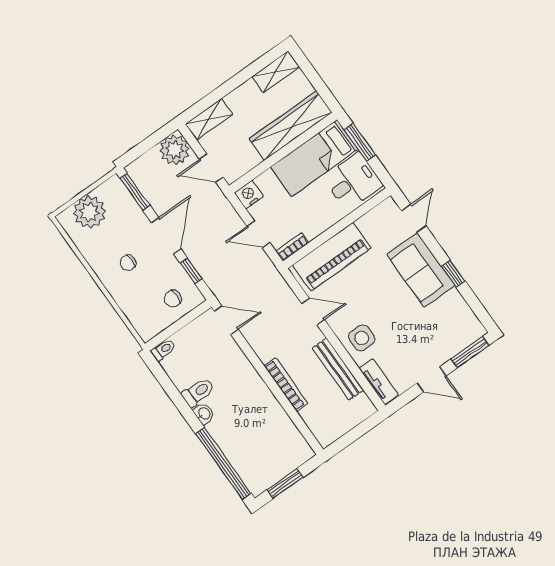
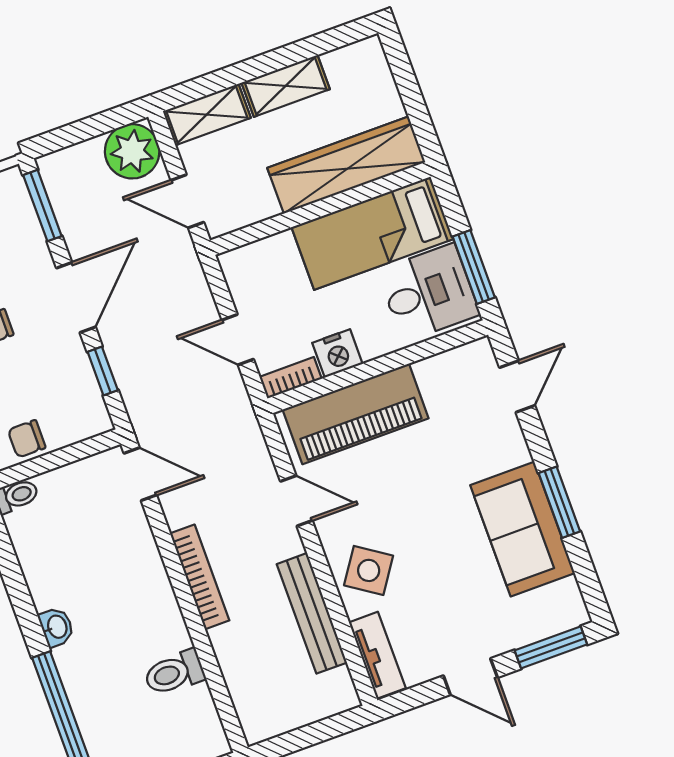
shelving: (276, 72) -> (286, 86), moved
window: (360, 142) -> (474, 267), moved
nightstand: (249, 195) -> (337, 353), moved, turned 180
sofa: (421, 270) -> (522, 529), moved
window: (453, 274) -> (559, 502), width x1.50
chair: (173, 299) -> (27, 439), moved
side table: (362, 338) -> (369, 570), turned 34
bookcase: (286, 384) -> (200, 577), moved
toilet: (198, 392) -> (174, 673), moved, turned 180

